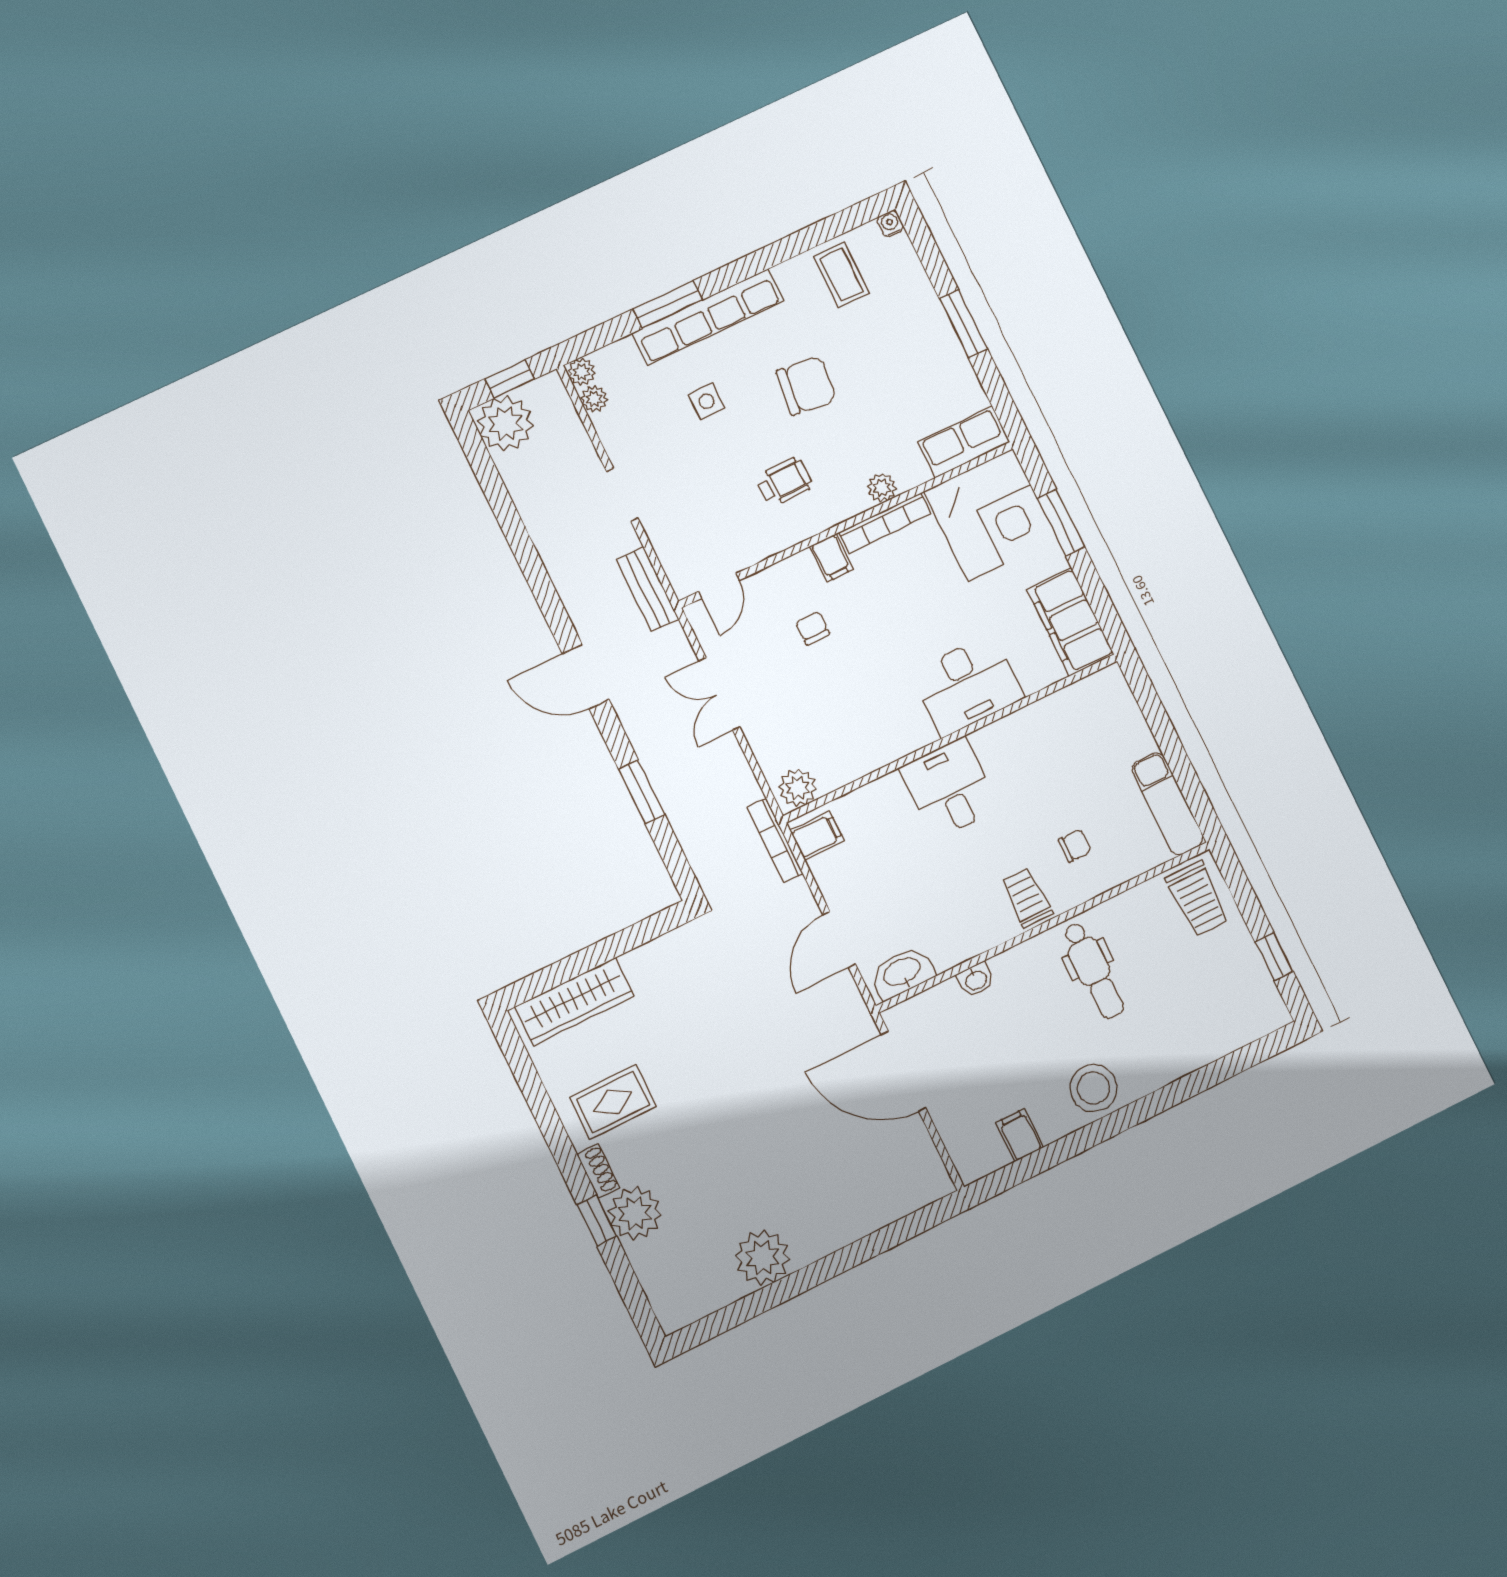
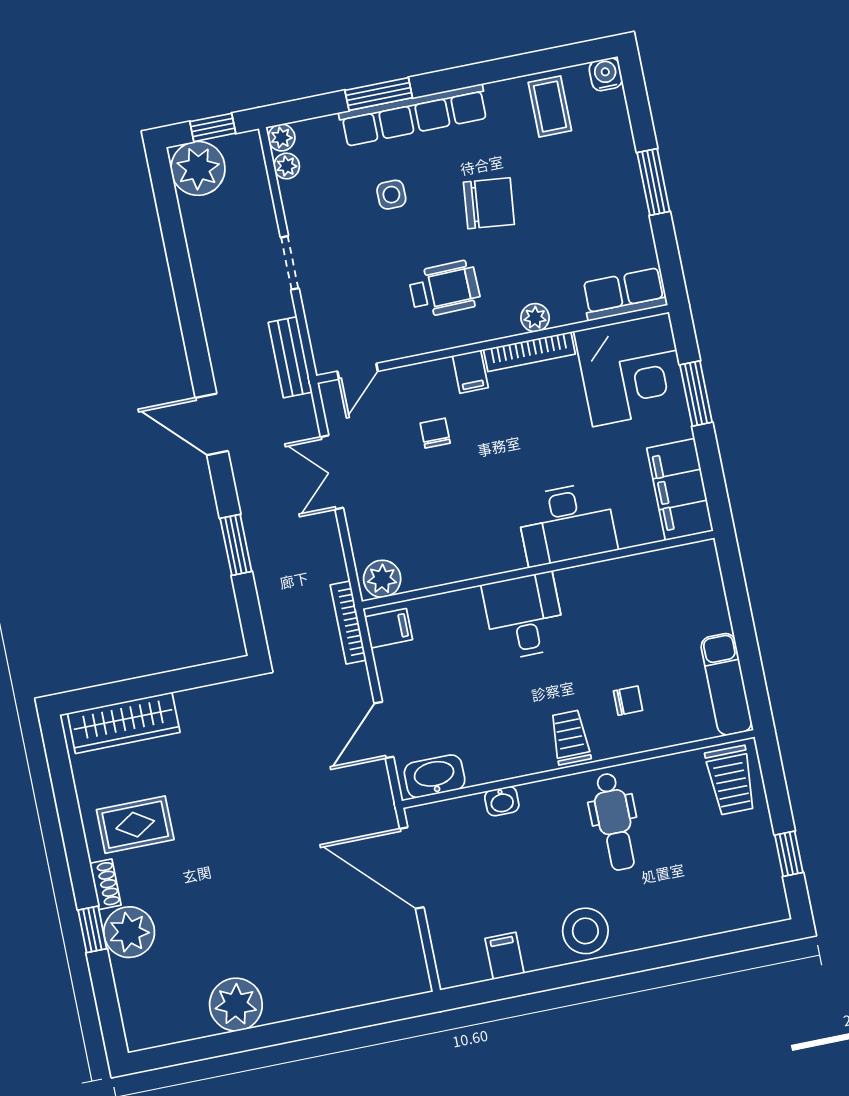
water cooler: (890, 224) -> (606, 74), width x1.38, depth x1.38
wheelchair: (784, 482) -> (444, 289), width x1.36, depth x1.37

